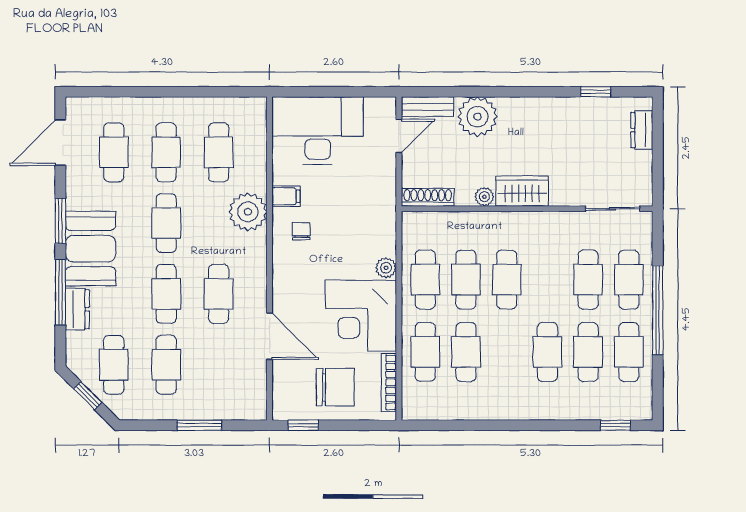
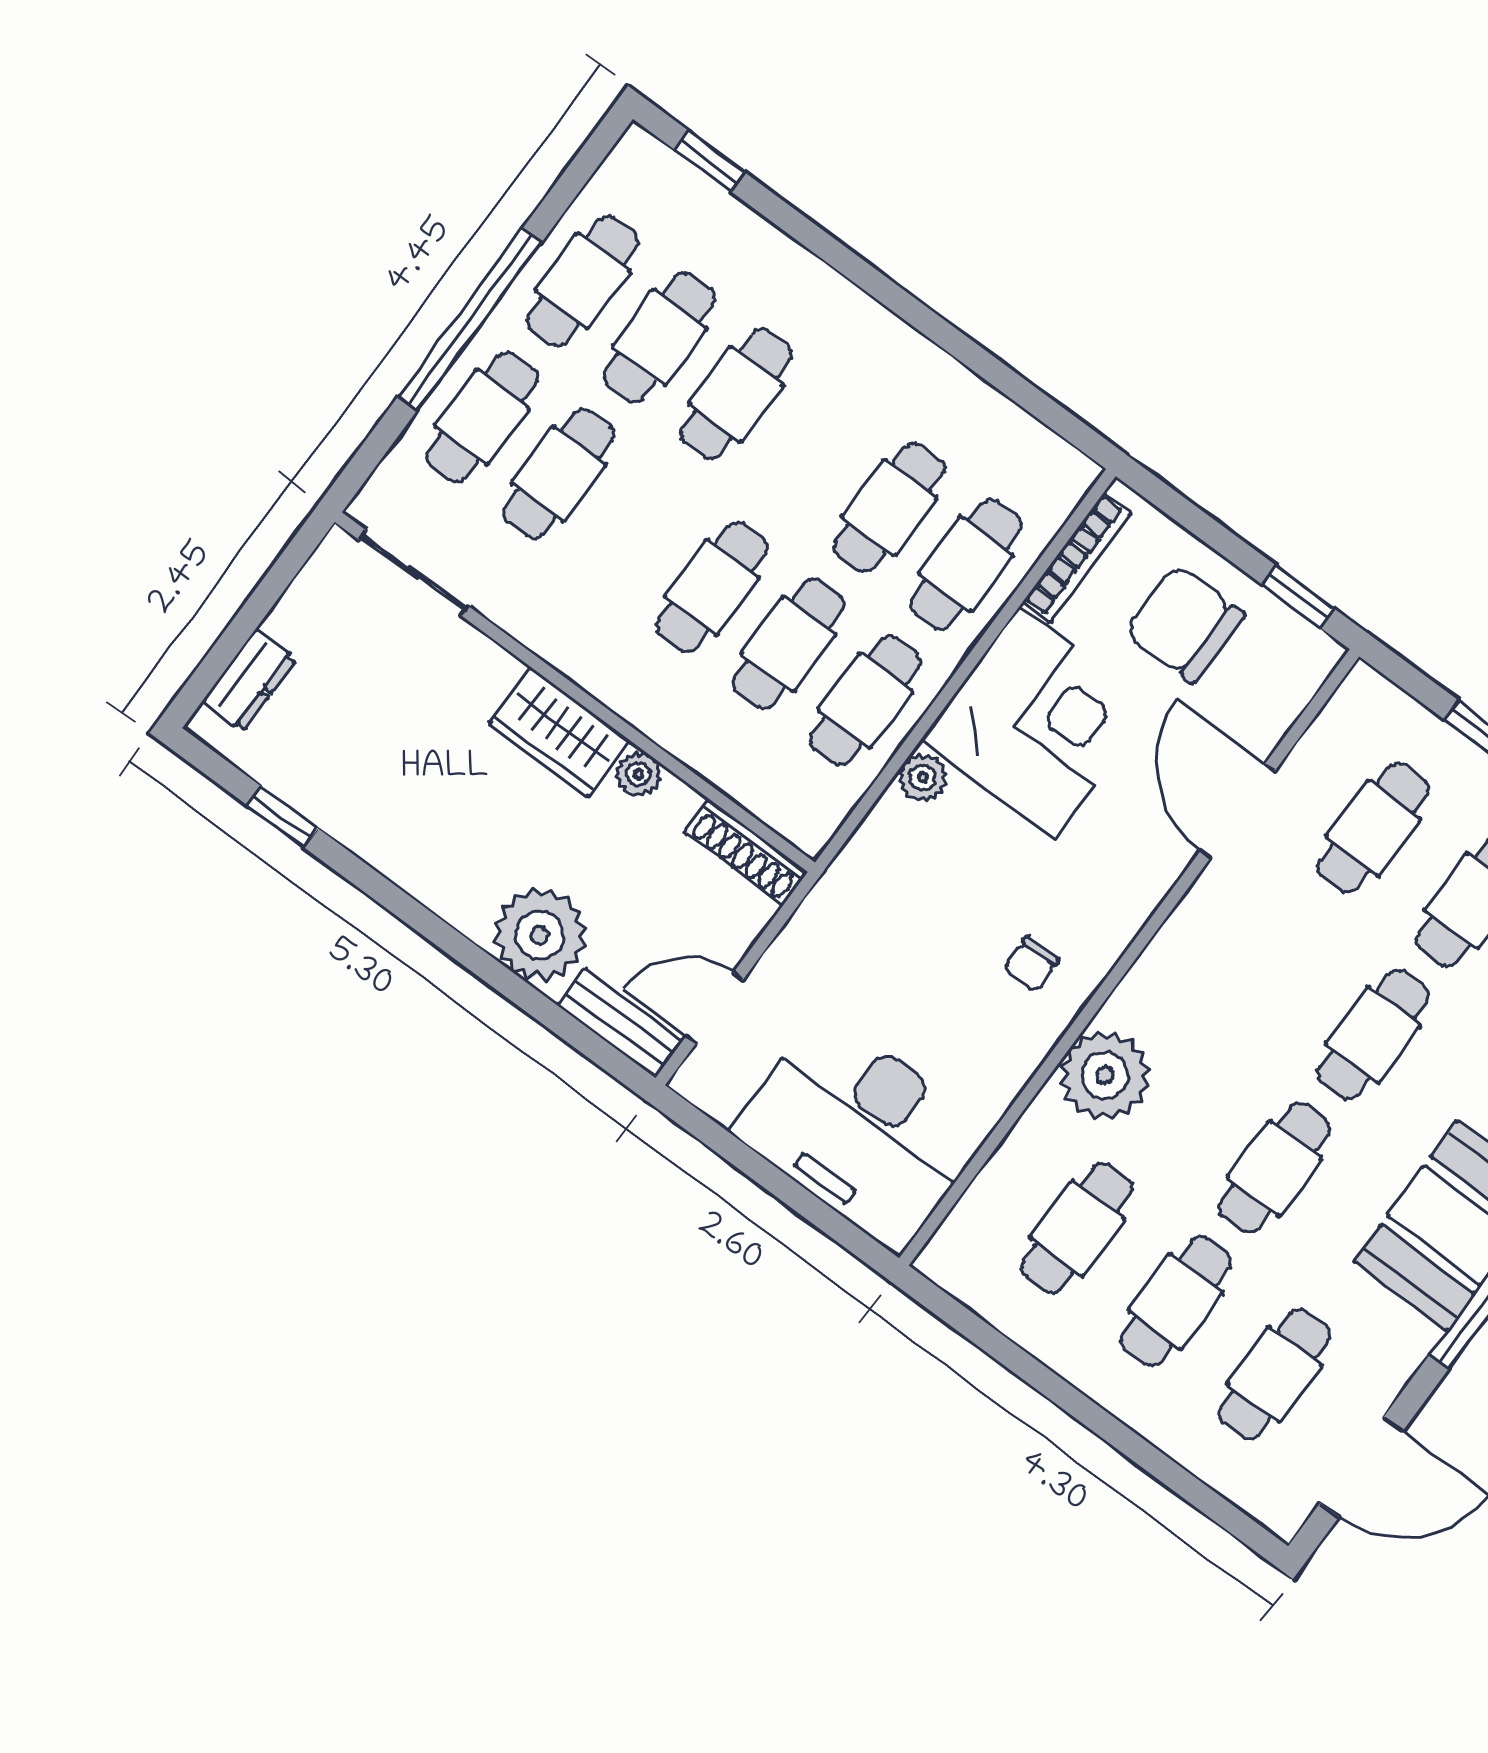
filing cabinet: (286, 196) -> (1012, 1052), removed
cafe table: (219, 294) -> (1373, 828), moved

